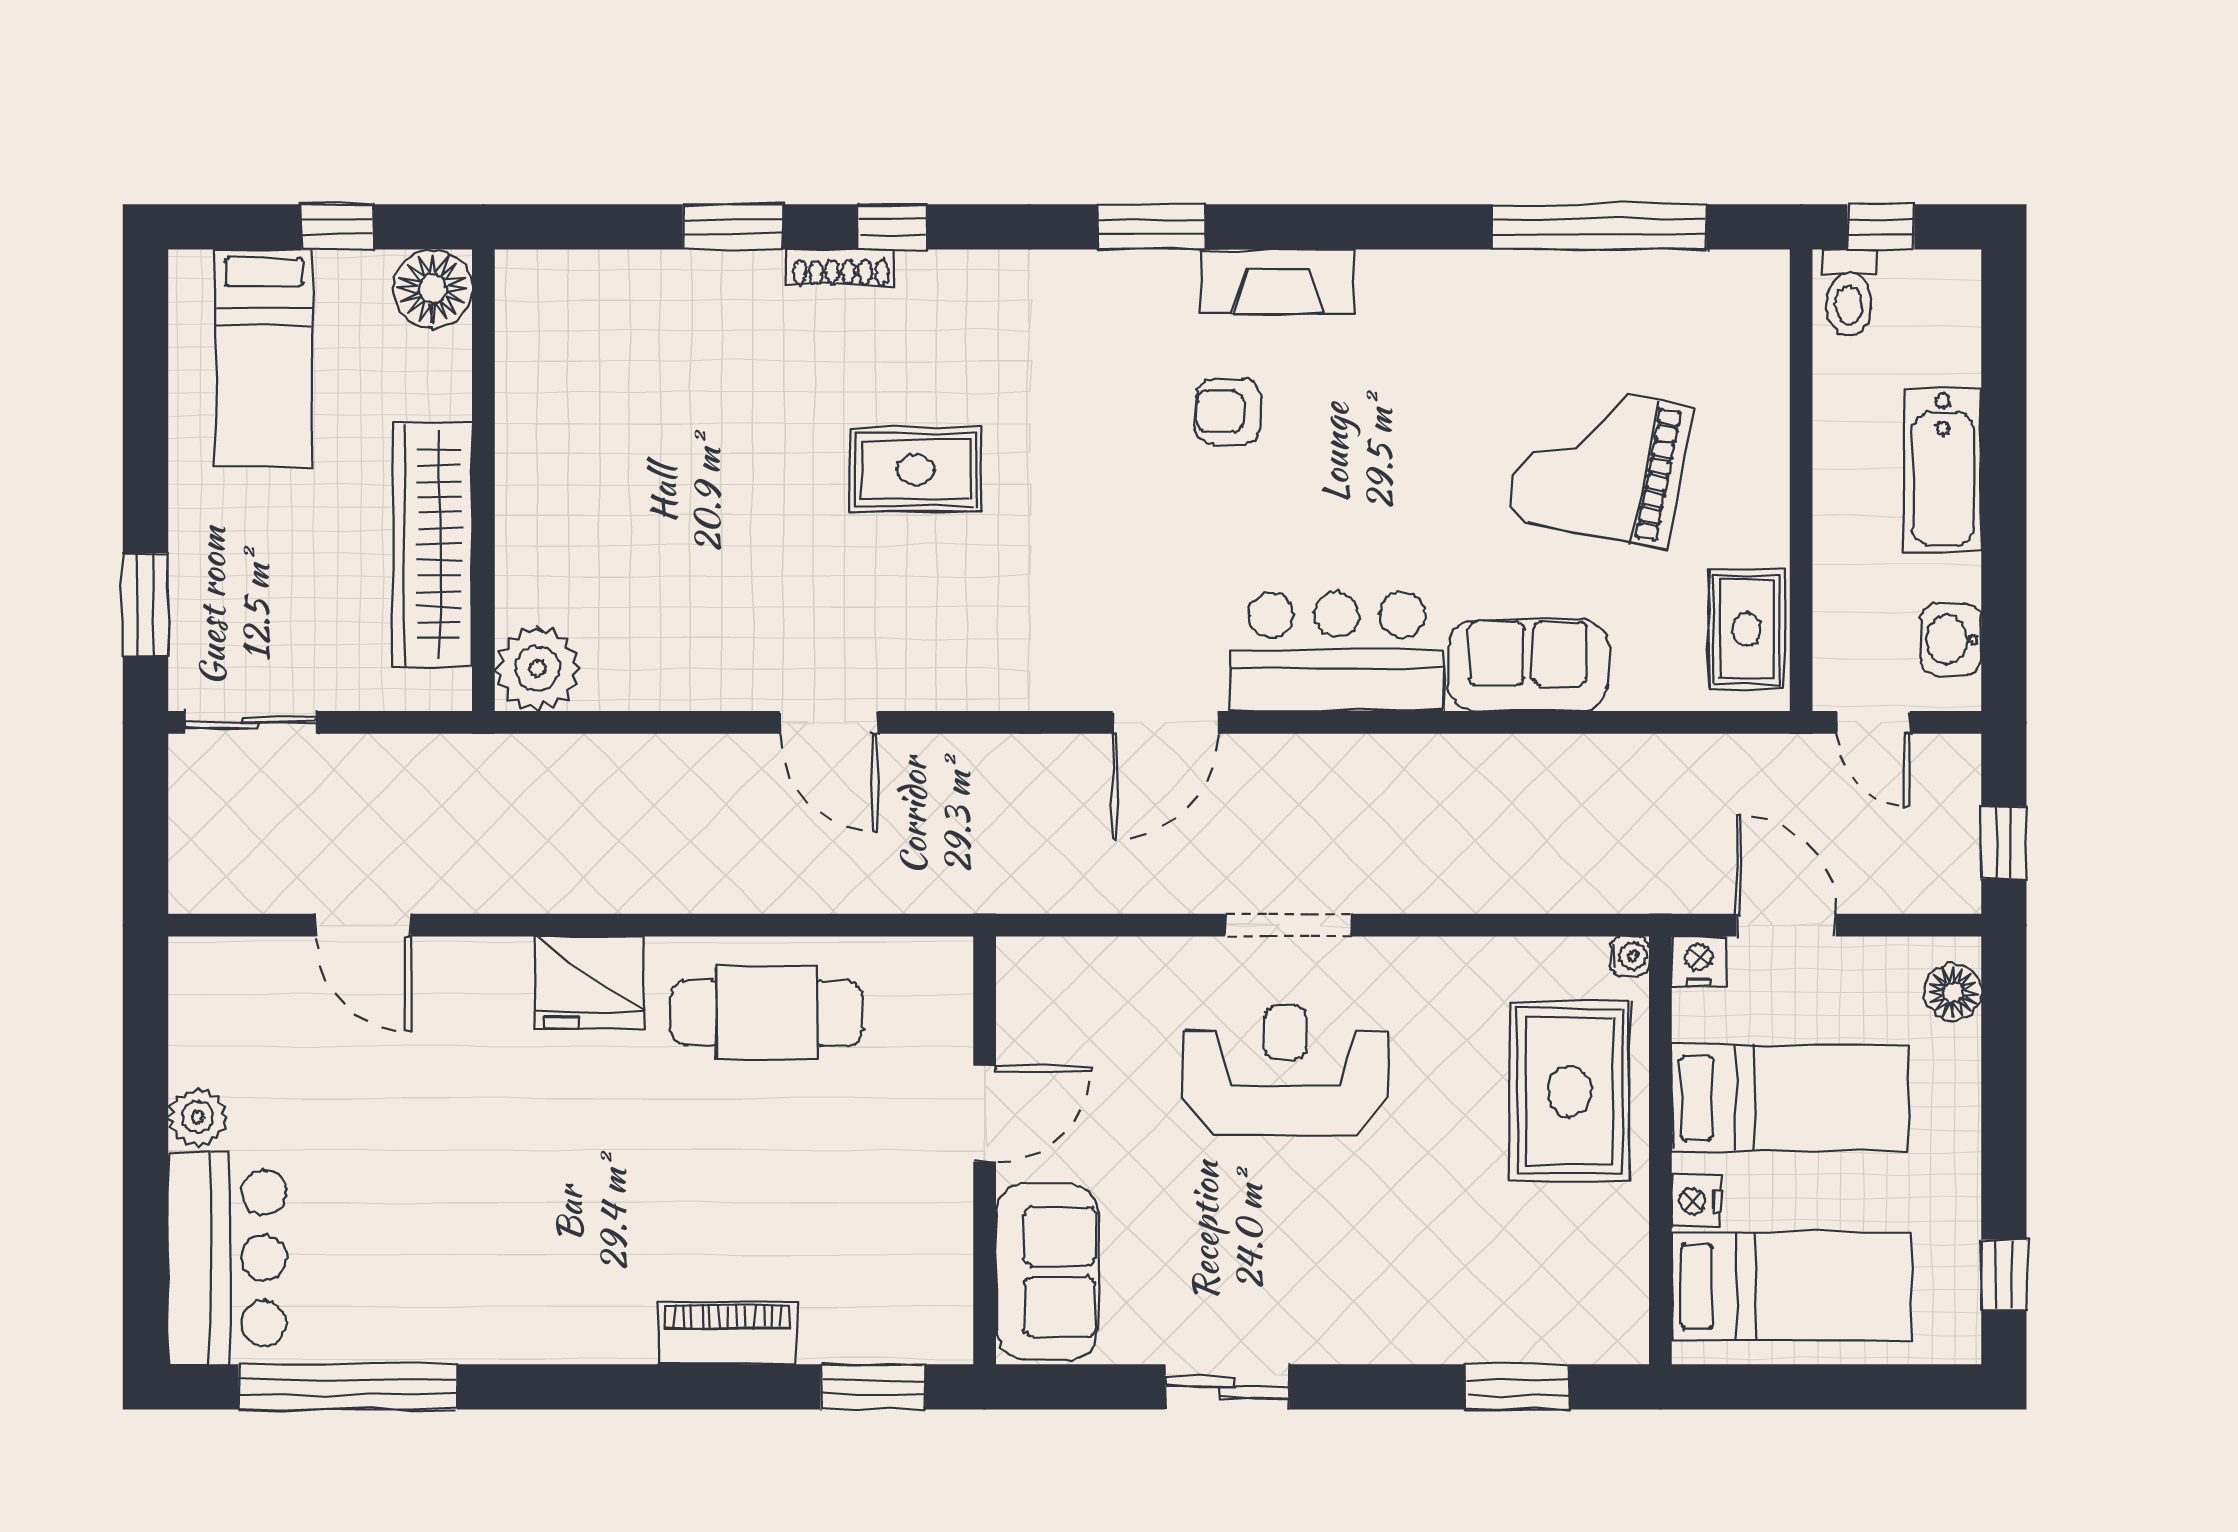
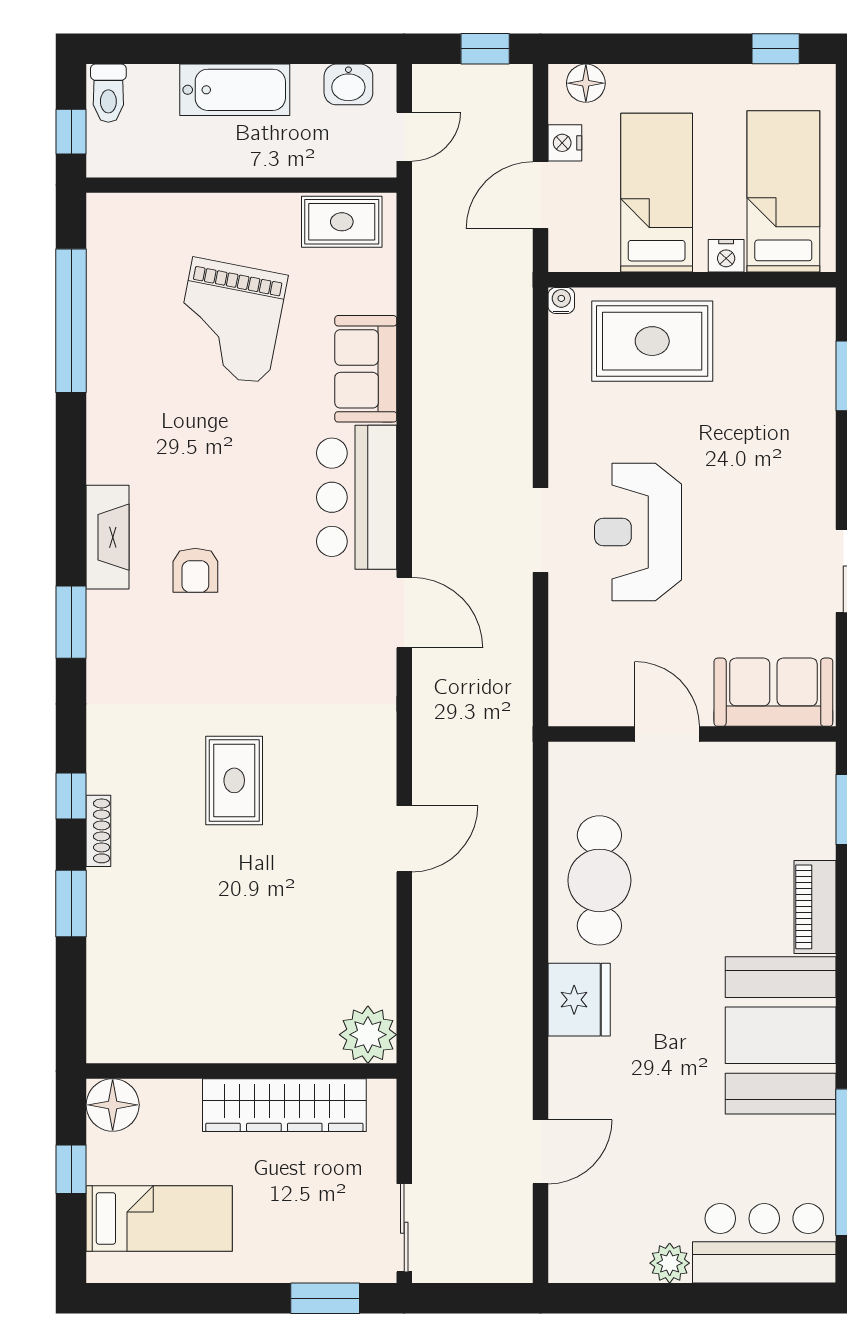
toilet: (1849, 293) -> (108, 93), moved, turned 90
nightstand: (1699, 961) -> (565, 143), moved
booth: (536, 1282) -> (781, 1035), added

